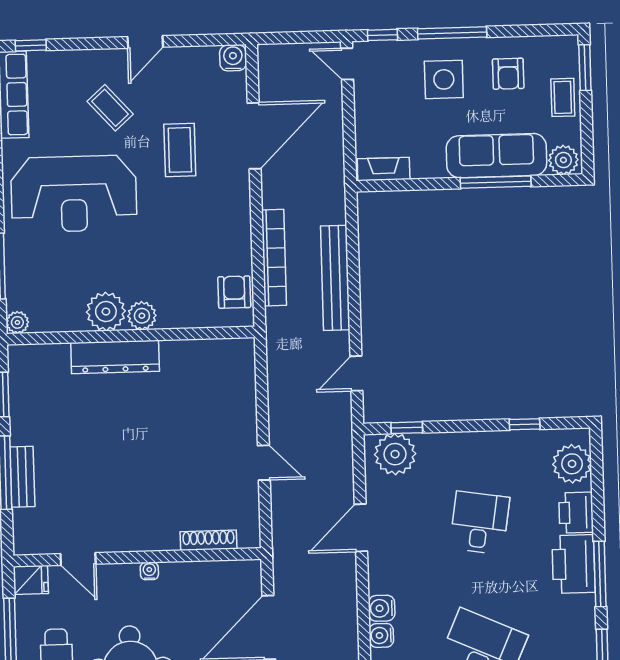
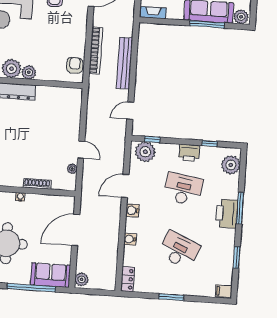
plant: (250, 503) -> (72, 169), added
printer: (576, 513) -> (189, 153), moved, turned -90
desk: (480, 523) -> (183, 189), width x1.37
shoe rack: (208, 540) -> (37, 184), moved
window: (600, 574) -> (240, 208), moved
water cooler: (382, 608) -> (132, 211), moved

